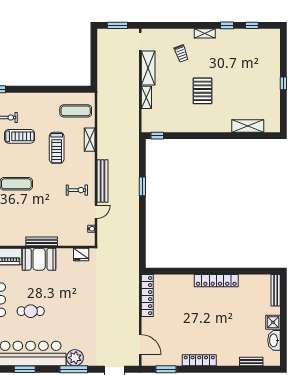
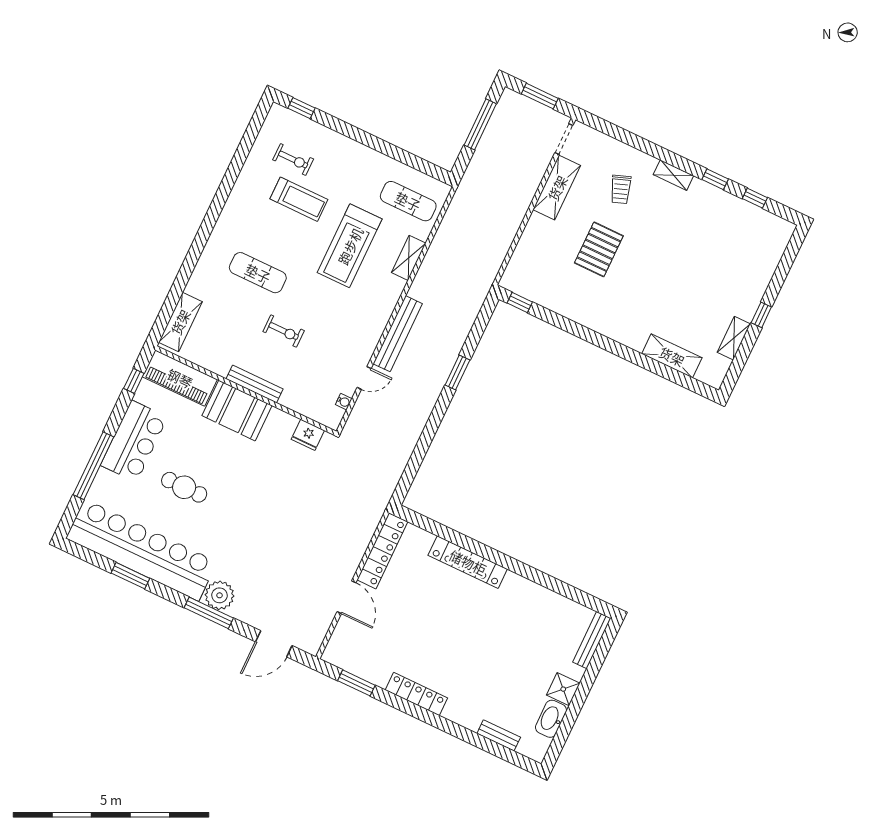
window: (94, 54) -> (480, 124), added
pallet: (203, 91) -> (599, 249), moved
shelving: (146, 97) -> (734, 338), moved
treadmill: (57, 148) -> (350, 246), width x1.37, depth x1.38
exercise bike: (77, 190) -> (284, 331), moved
locker: (216, 281) -> (468, 562), moved
door: (140, 344) -> (346, 597), moved

